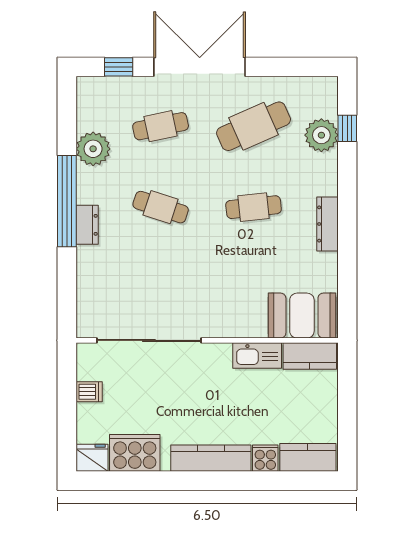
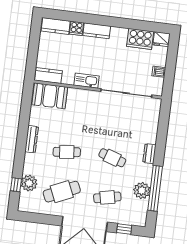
window: (67, 201) -> (155, 188), moved
kitchen sink: (257, 356) -> (86, 81), moved
kitchen counter: (211, 458) -> (97, 31), width x0.67

